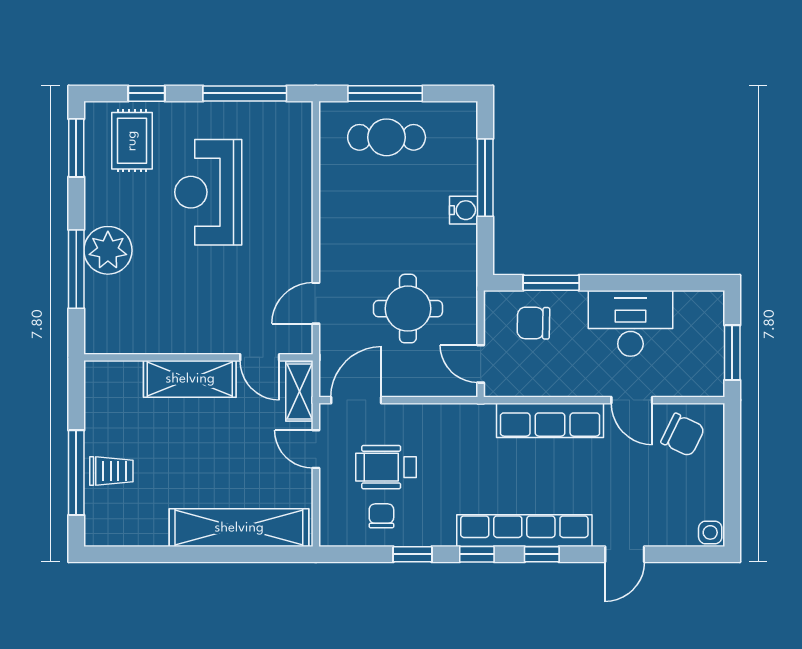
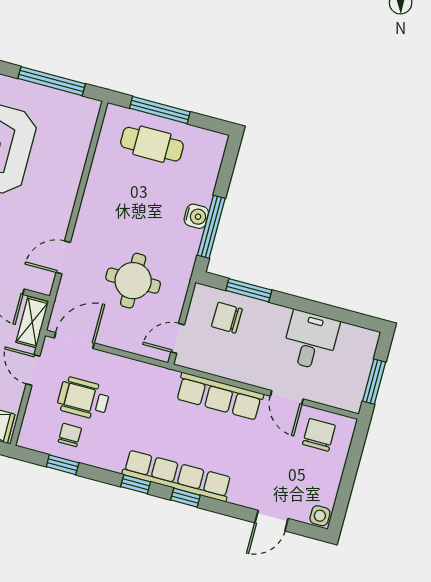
window: (485, 178) -> (211, 227), moved
desk: (630, 323) -> (310, 340), width x0.73
door: (481, 364) -> (178, 338), hinge flipped
chair: (683, 435) -> (319, 435), turned -116
window: (412, 554) -> (63, 465), moved
door: (625, 554) -> (272, 521), moved

